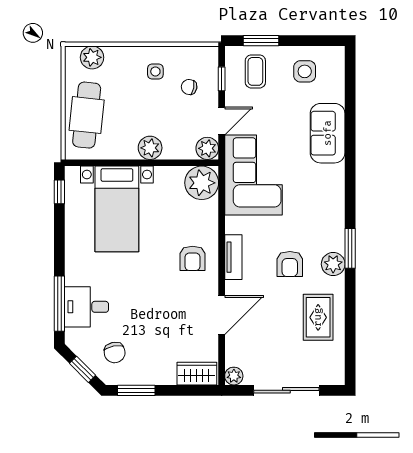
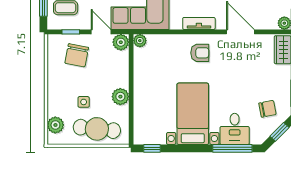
side table: (155, 71) -> (84, 102), moved
chair: (189, 87) -> (77, 55), width x1.87, depth x1.87
plant: (150, 148) -> (120, 97), moved
plant: (202, 183) -> (140, 41), width x0.53, depth x0.53
bed with nightstands: (117, 209) -> (193, 114), moved, turned -90

